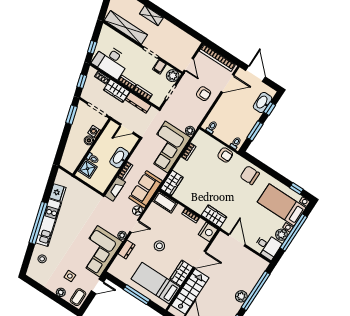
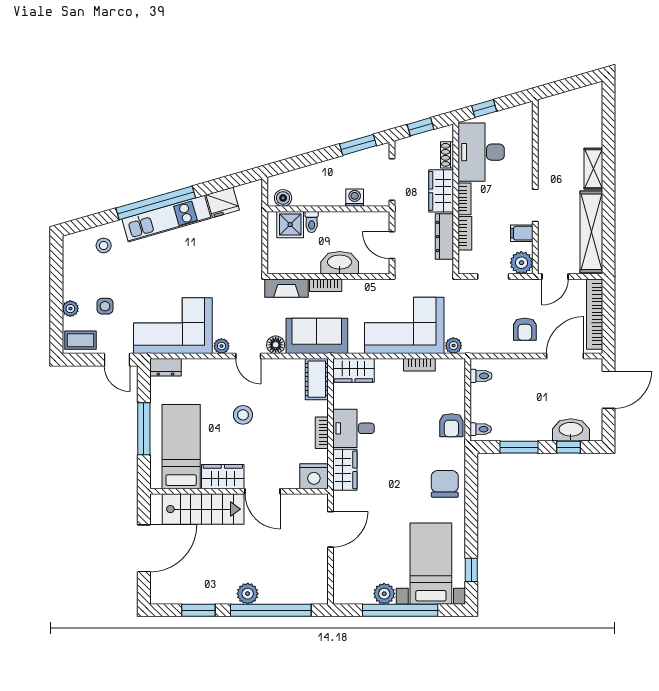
shelving: (126, 28) -> (591, 232), moved
door: (228, 83) -> (565, 356), swing flipped
boiler: (89, 140) -> (283, 198), moved
desk: (267, 246) -> (353, 428), moved, turned 90
dresser: (126, 249) -> (165, 367), moved

